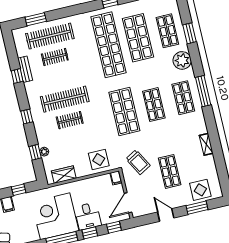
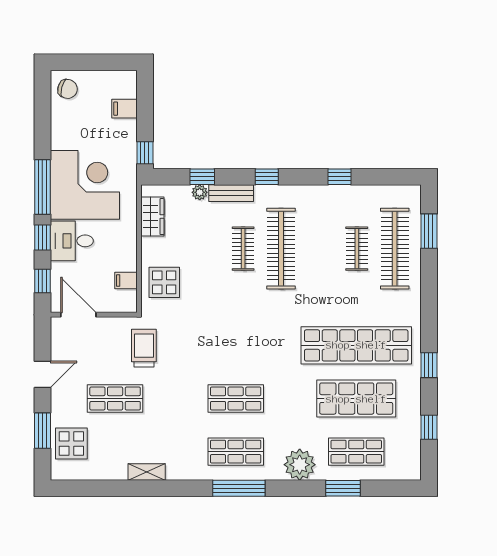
bench: (25, 69) -> (231, 193), moved
shop shelf: (124, 112) -> (236, 345), removed
trolley: (138, 162) -> (144, 348), turned 119
filing cabinet: (116, 178) -> (126, 281), moved
window: (19, 190) -> (145, 153), moved

